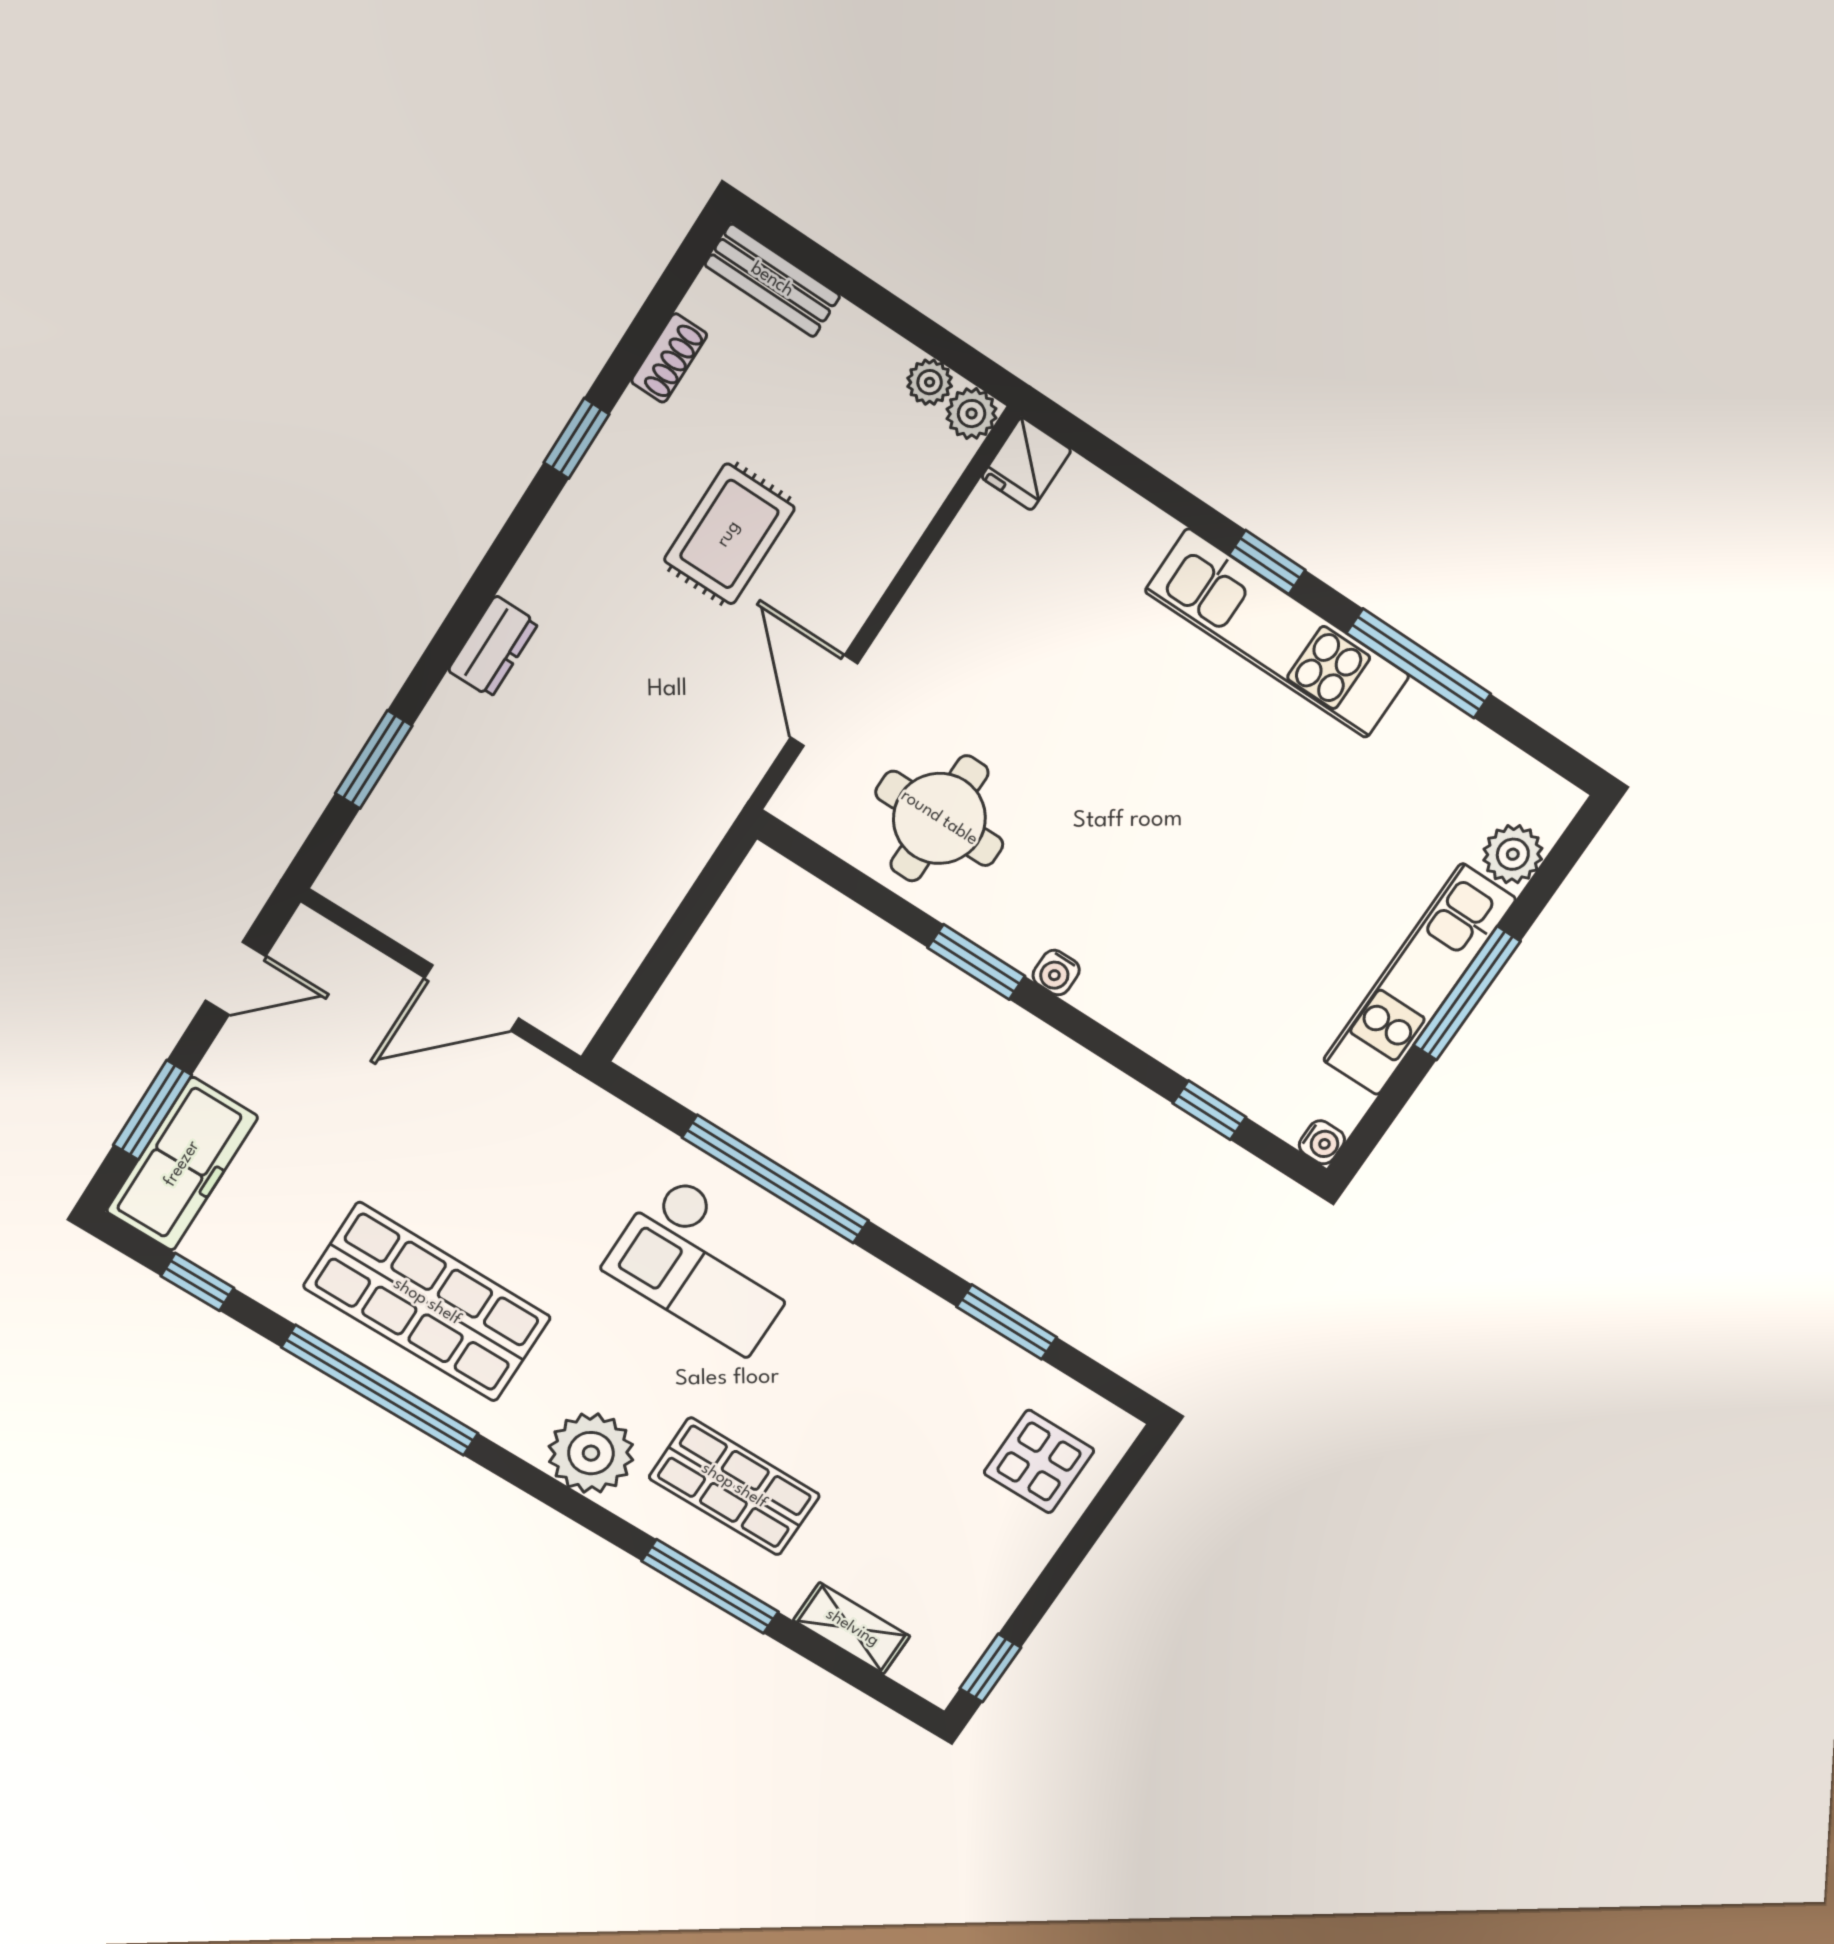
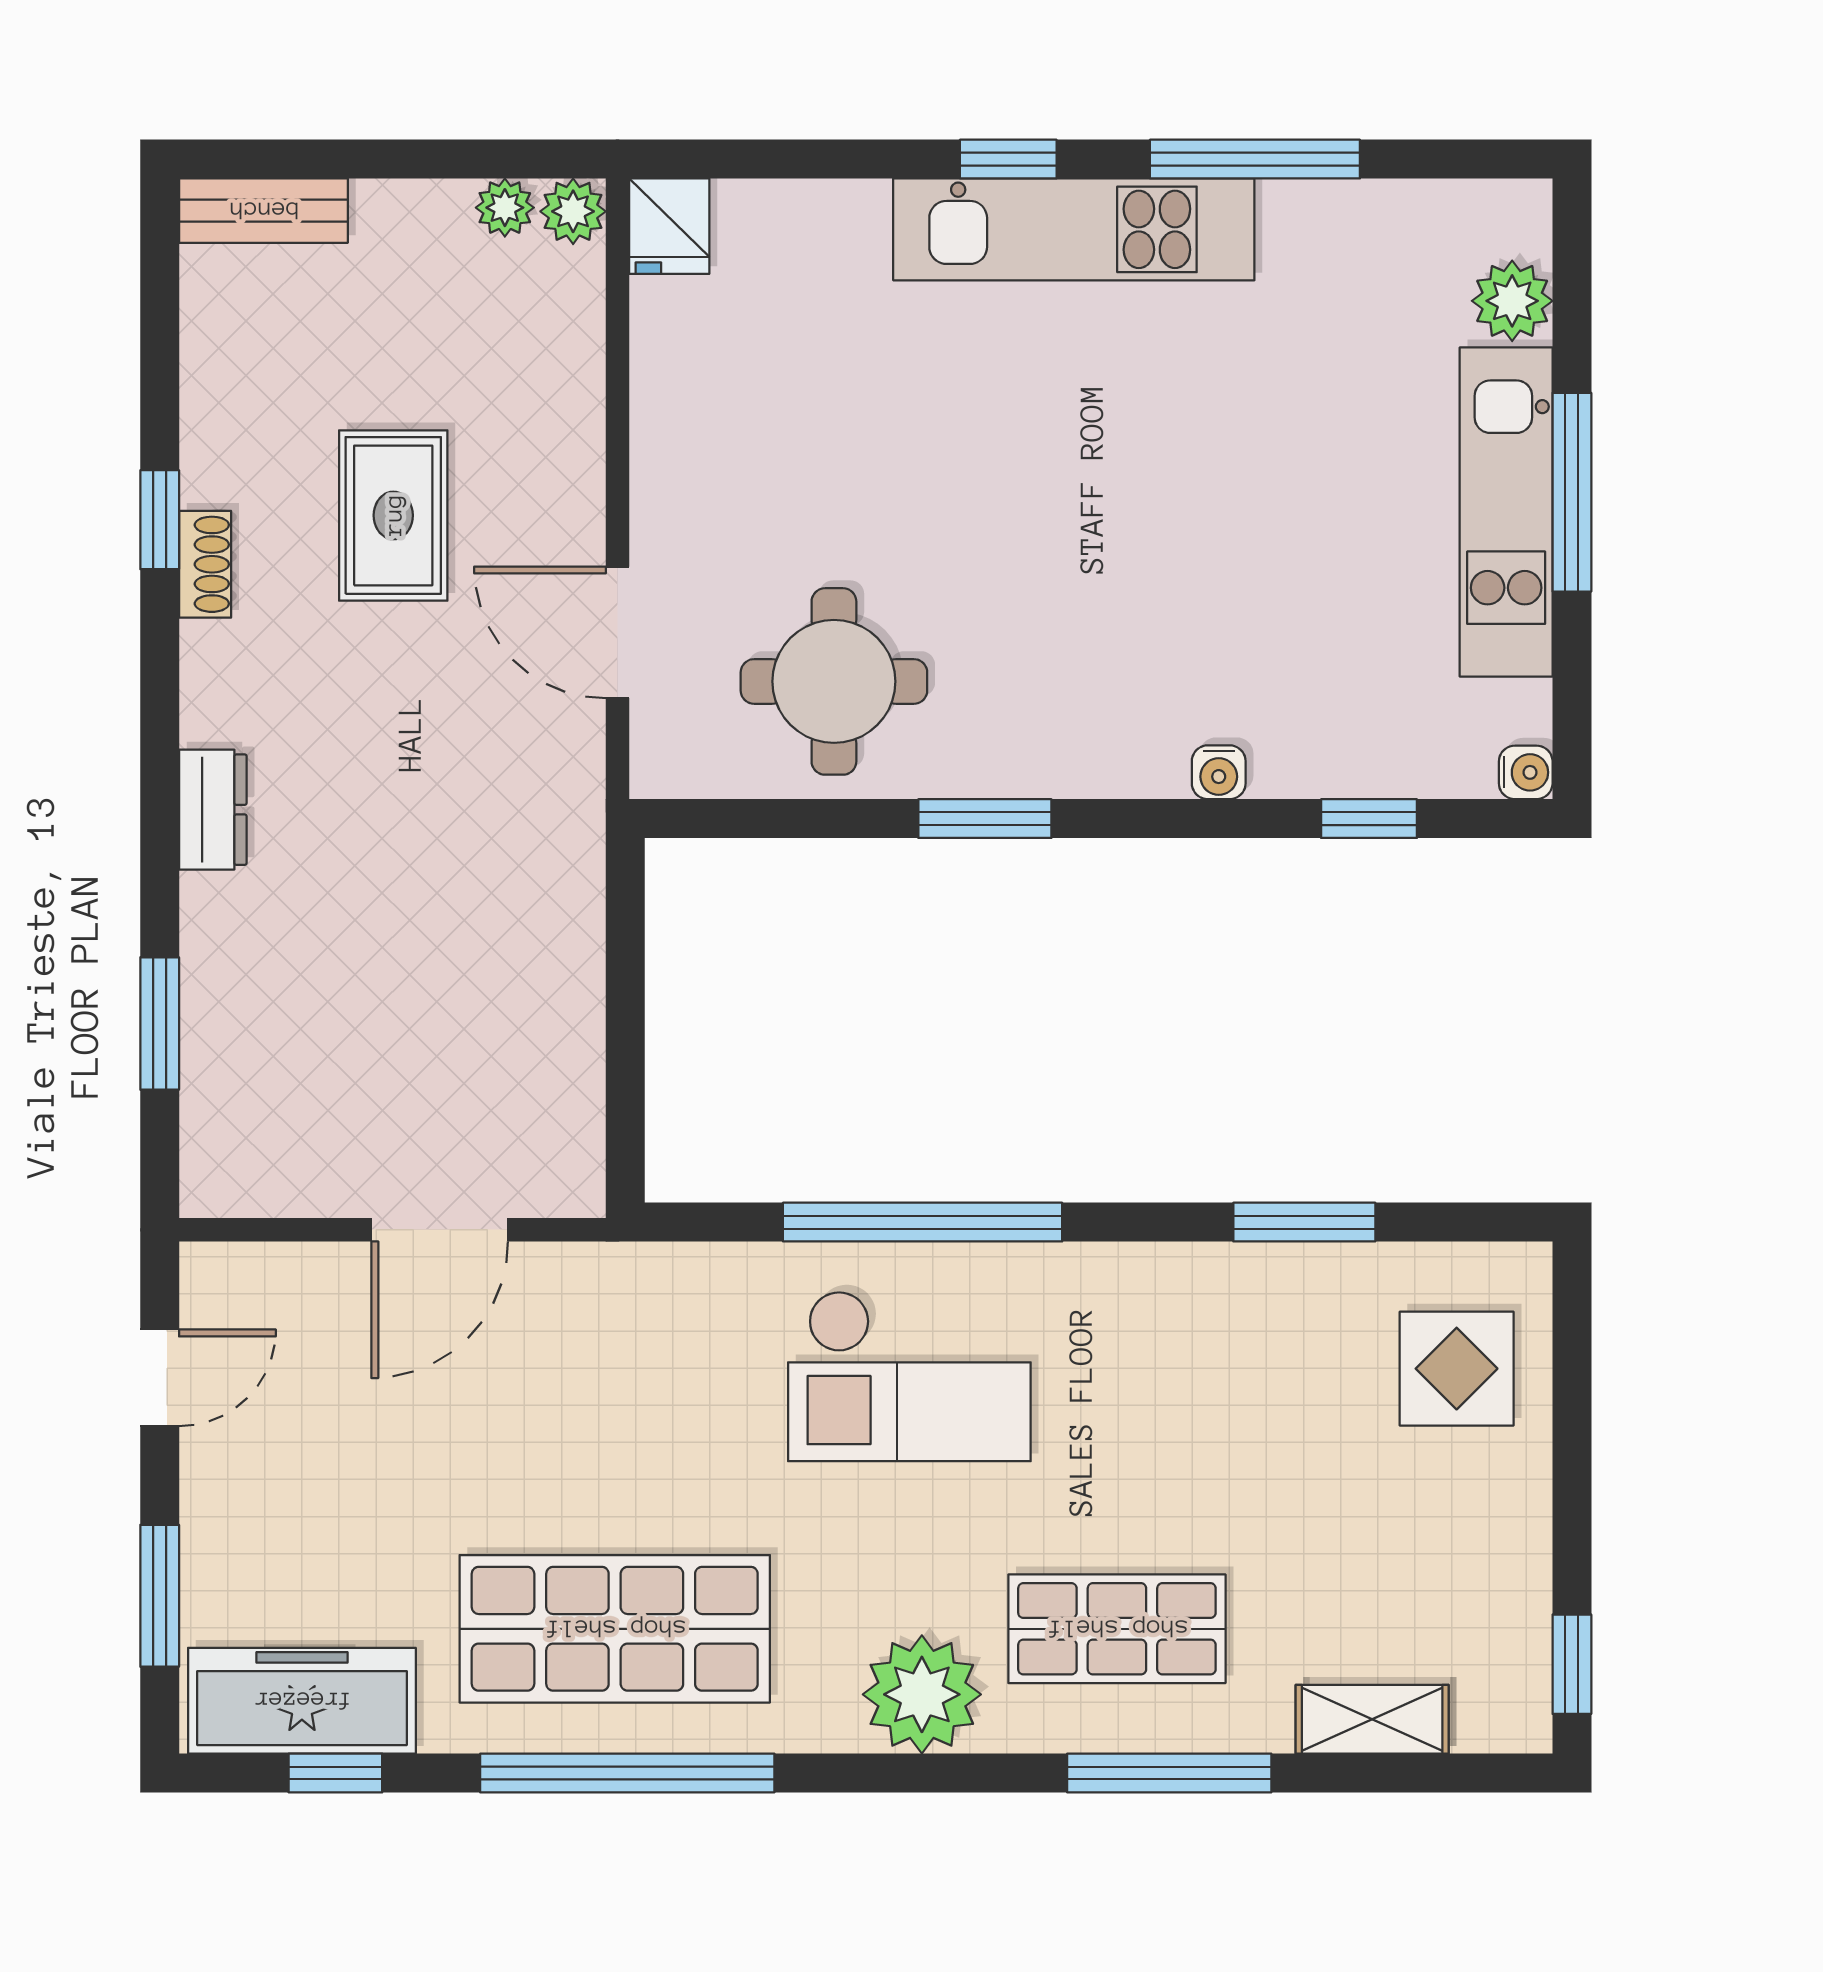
shoe rack: (669, 358) -> (205, 564), moved
water cooler: (1056, 973) -> (1219, 772), moved
freezer: (182, 1164) -> (302, 1701), moved, turned -90

